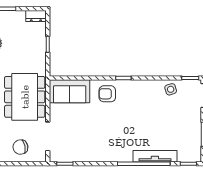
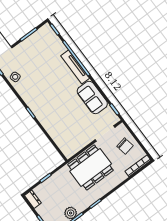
sofa: (70, 91) -> (92, 97), moved, turned 180
armchair: (107, 94) -> (49, 116), removed
tv unit: (155, 156) -> (75, 67), moved

